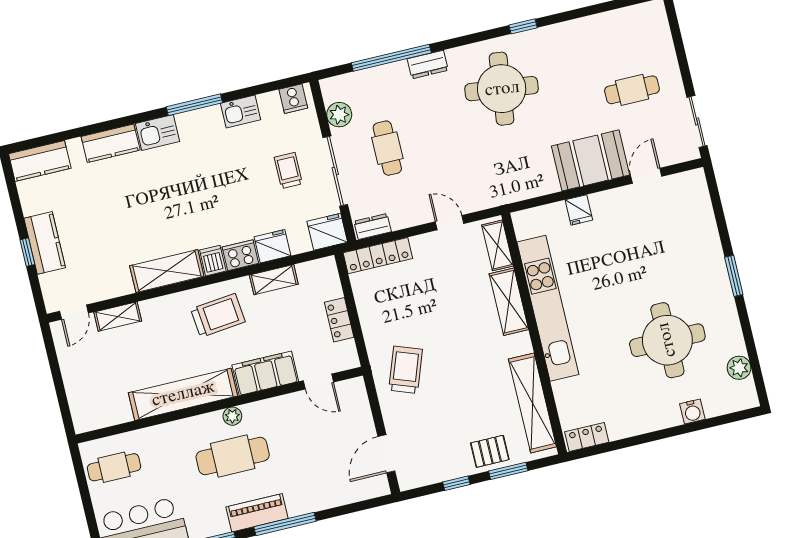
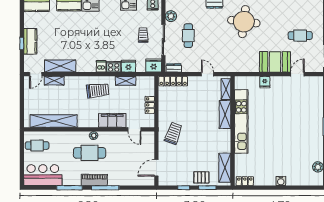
shelving: (167, 271) -> (60, 66), moved
round table: (667, 340) -> (290, 148), removed
shelving: (183, 394) -> (54, 121), moved
shelving: (532, 403) -> (225, 168), width x0.68
water cooler: (692, 411) -> (281, 181), moved

